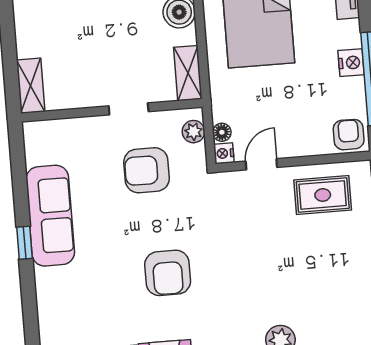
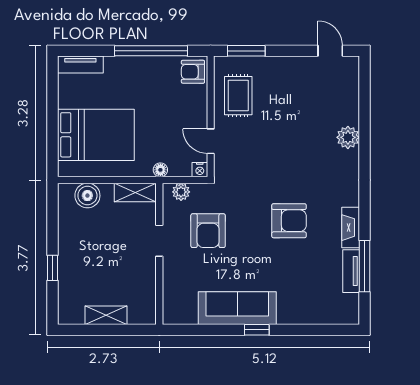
nightstand: (351, 63) -> (137, 65), removed
shelving: (31, 86) -> (106, 315), moved
floor lamp: (222, 132) -> (160, 170), moved

